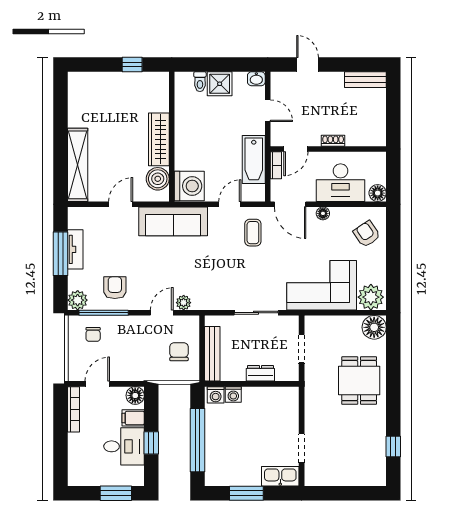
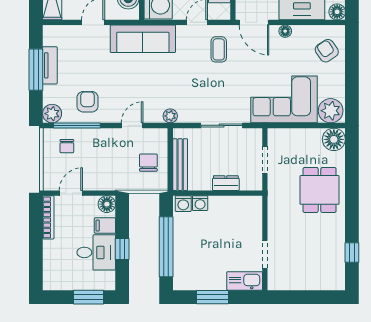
plant: (184, 303) -> (170, 116), moved

